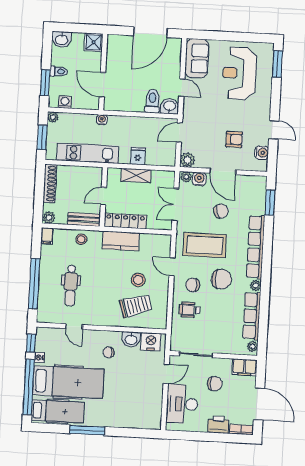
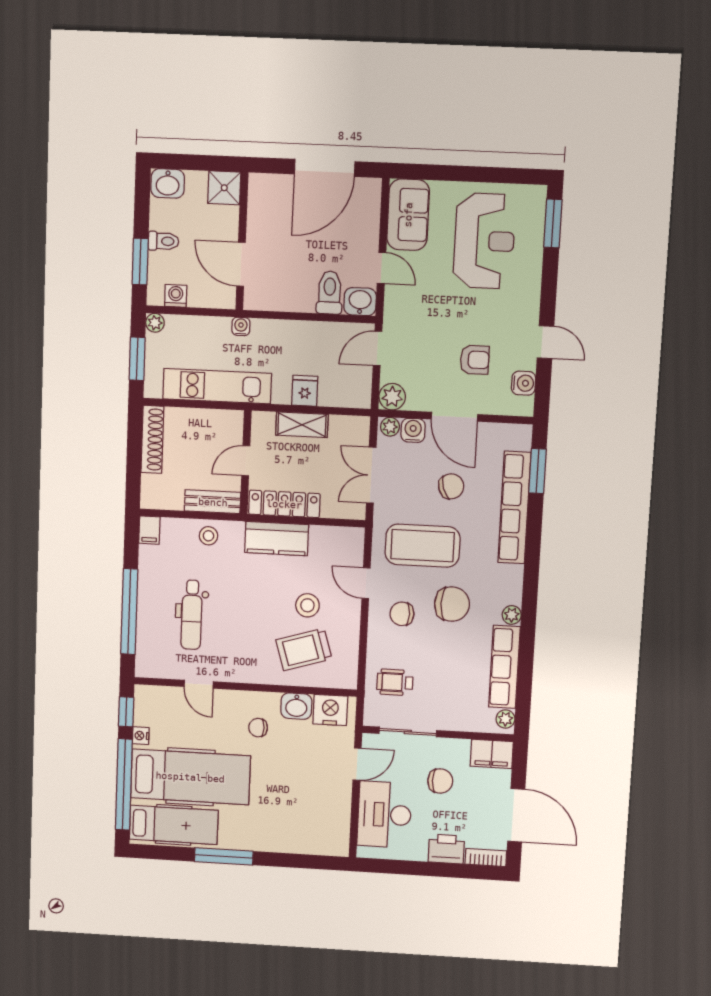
reception desk: (239, 73) -> (484, 241), turned 180
plant: (49, 218) -> (152, 499), removed
row of seats: (256, 247) -> (514, 508), moved
trolley: (136, 306) -> (304, 649), turned 180
wheelchair: (190, 310) -> (395, 682), moved

